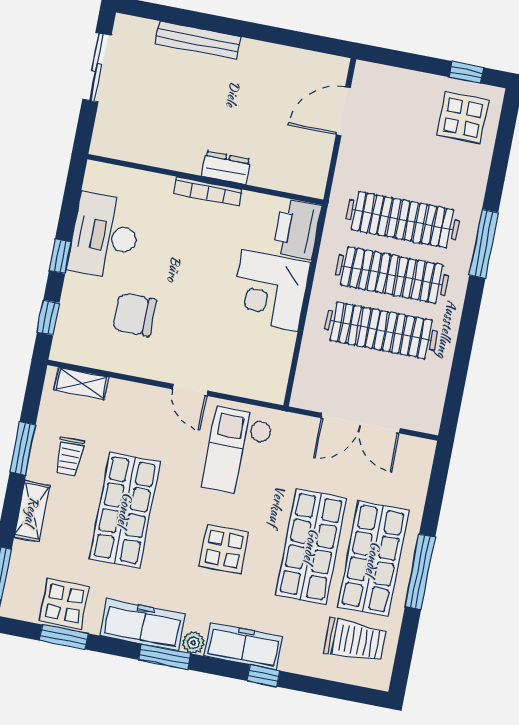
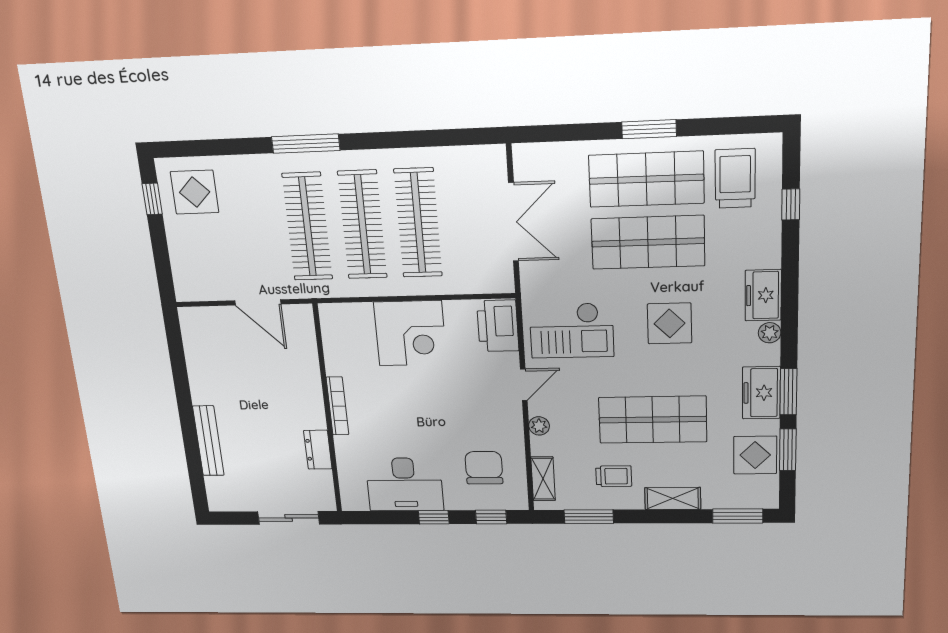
sliding door: (97, 67) -> (289, 518), moved
door: (343, 111) -> (258, 302), moved
dresser: (226, 168) -> (318, 450), moved
printer: (297, 229) -> (498, 326), moved, turned 90
chair: (134, 315) -> (484, 468), moved, turned 180
plant: (142, 394) -> (539, 426), added
window: (23, 448) -> (589, 517), moved
window: (420, 572) -> (649, 129), width x0.69
freezer: (143, 625) -> (761, 393), width x0.71
freezer: (244, 646) -> (763, 295), width x0.71
window: (165, 657) -> (788, 392), moved
window: (263, 676) -> (791, 204), moved

